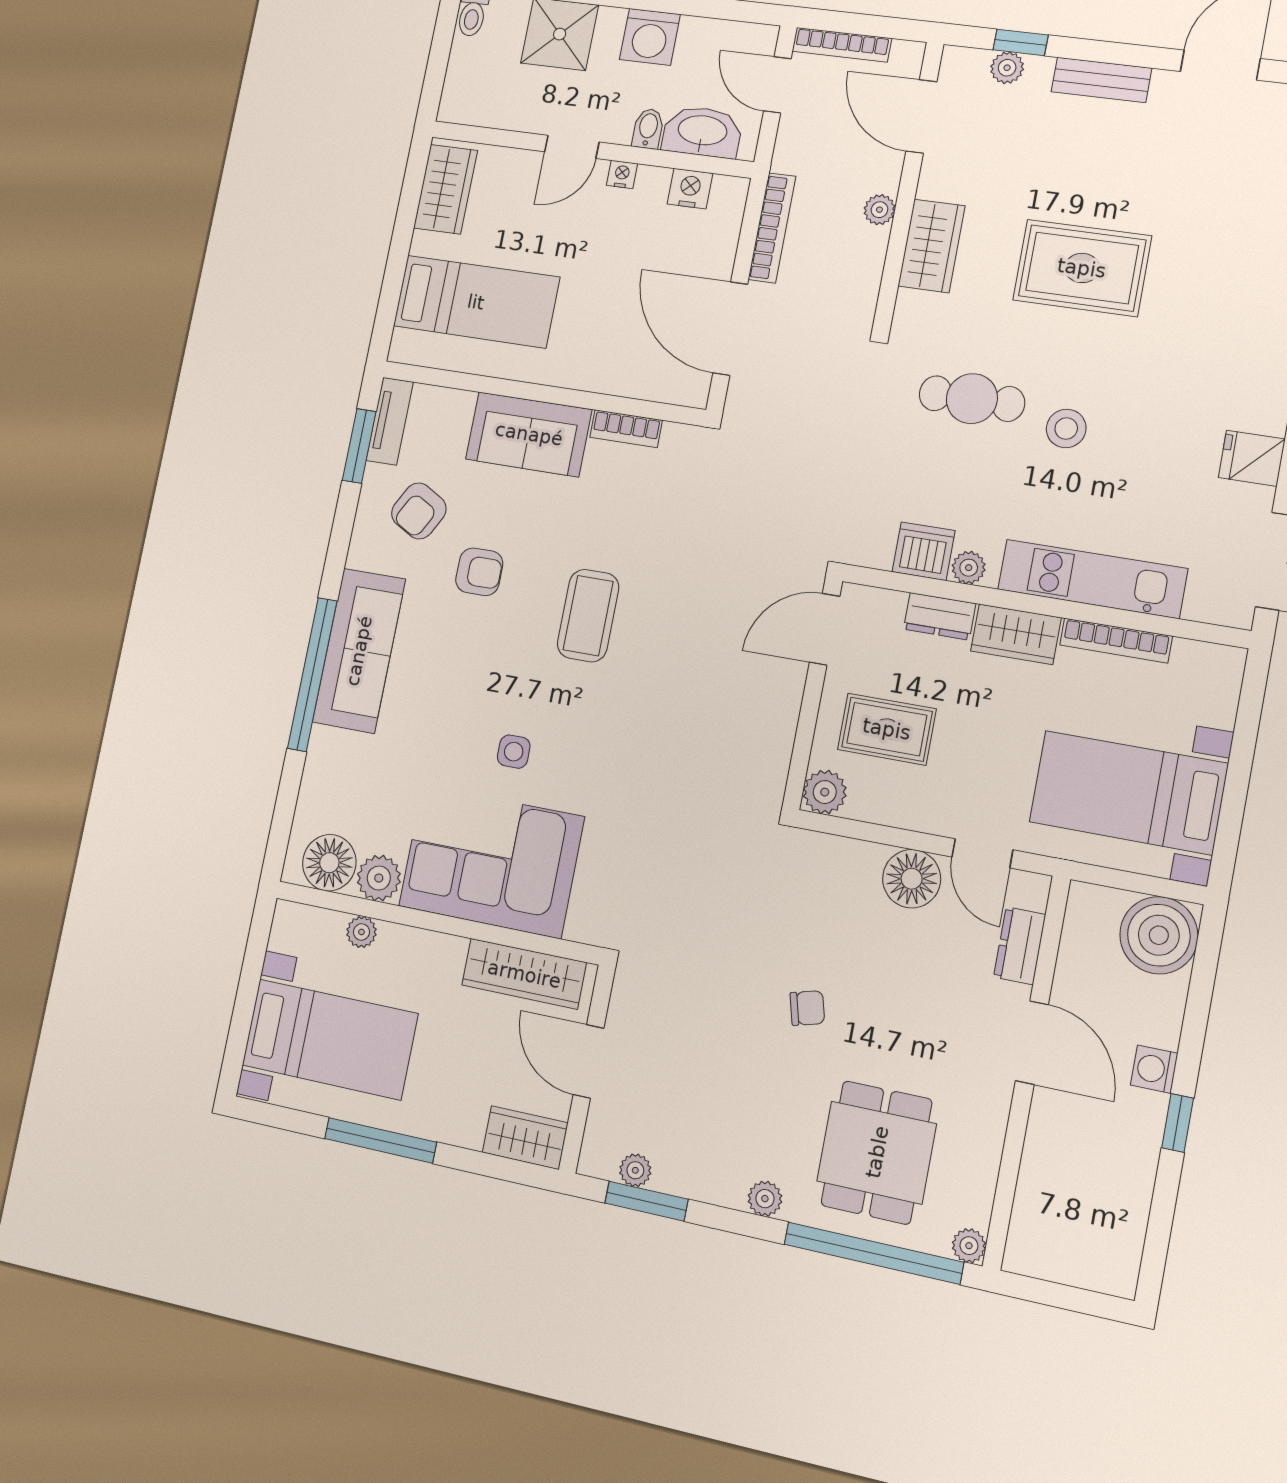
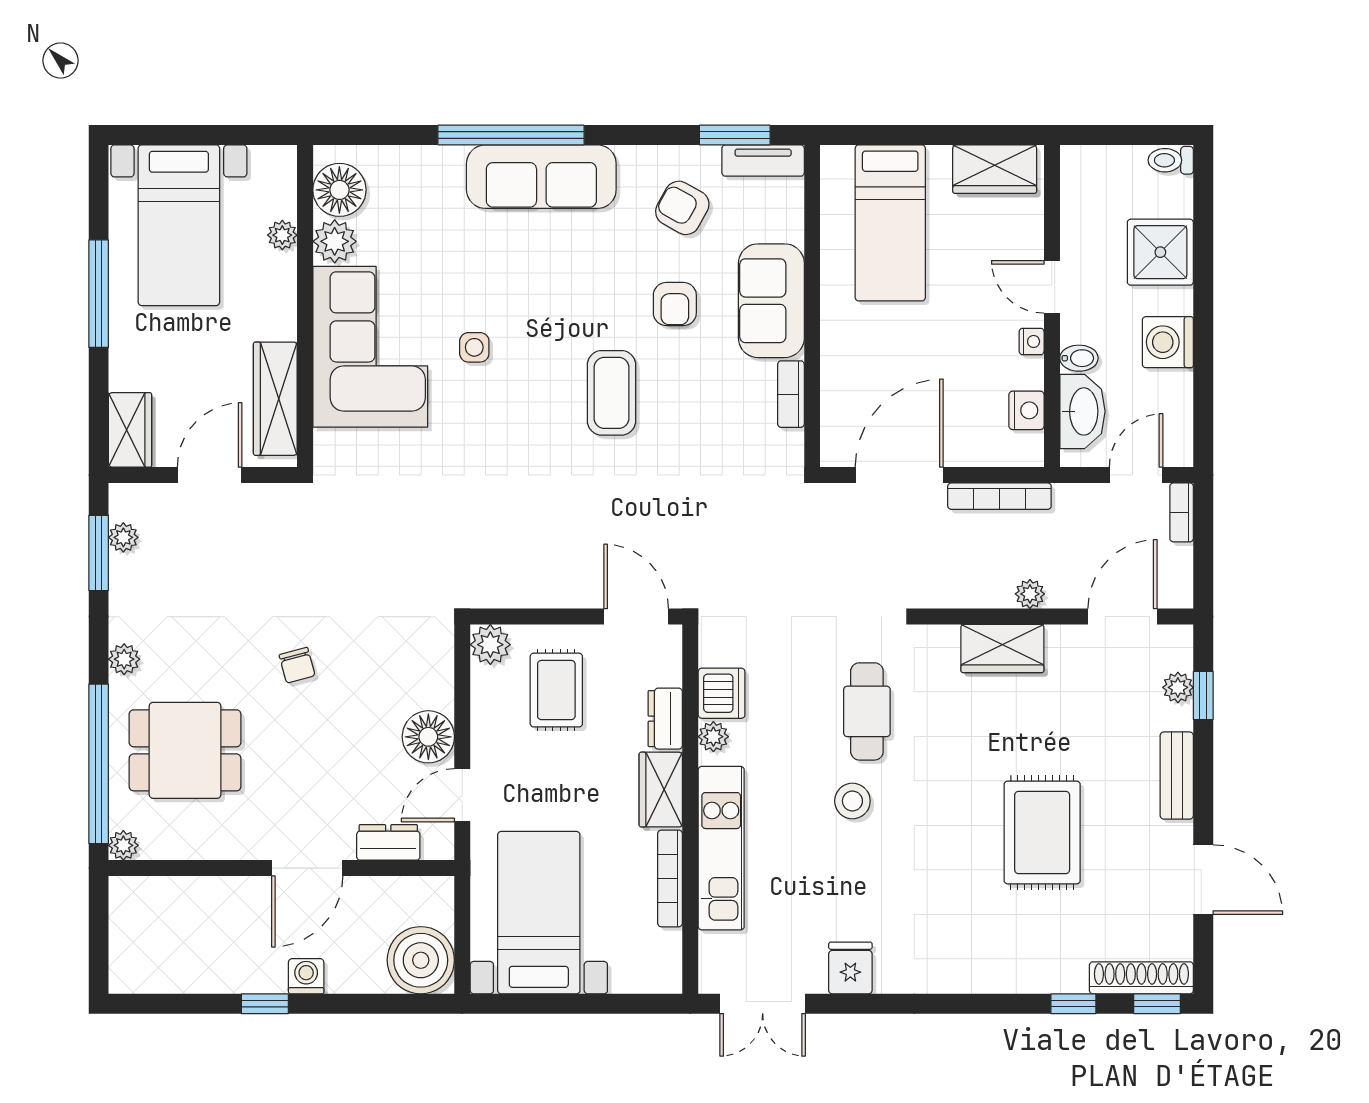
bookcase: (842, 45) -> (1182, 512), width x0.64
rug: (1082, 268) -> (1042, 832), moved
armchair: (479, 572) -> (675, 304), moved
coffee table: (588, 616) -> (611, 393), turned 90

